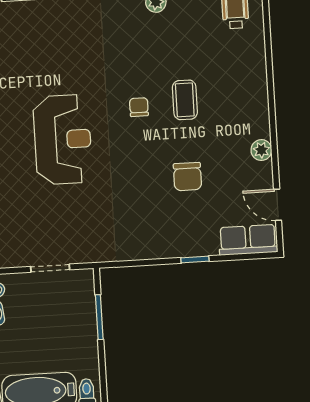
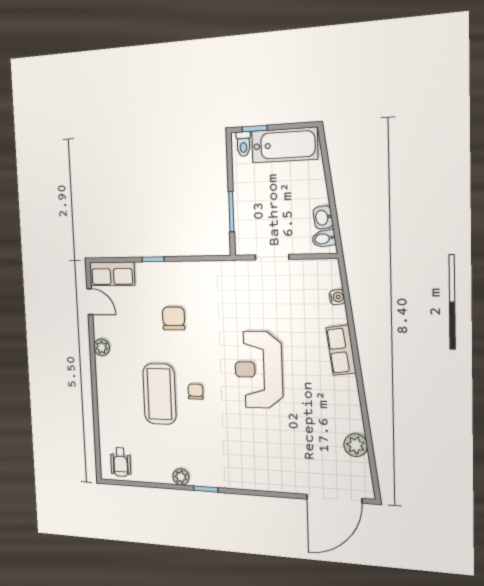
coffee table: (185, 100) -> (159, 394), width x1.86, depth x1.72
chair: (139, 107) -> (196, 392), turned 180
chair: (187, 177) -> (174, 318), moved

